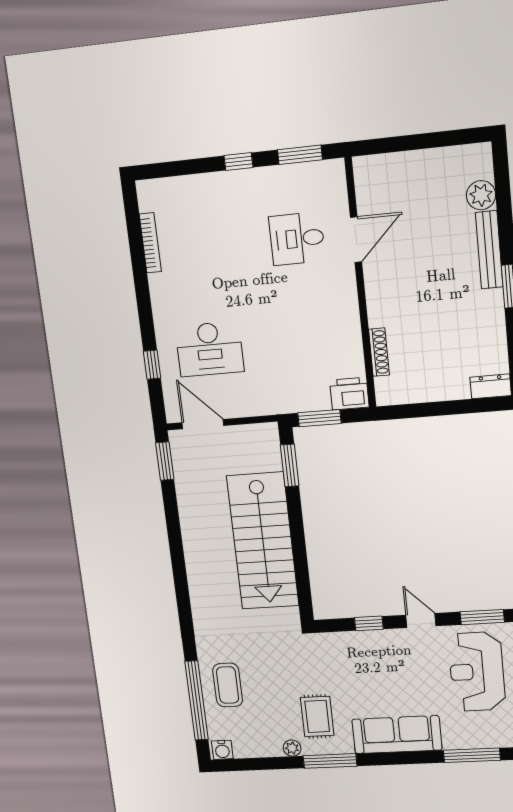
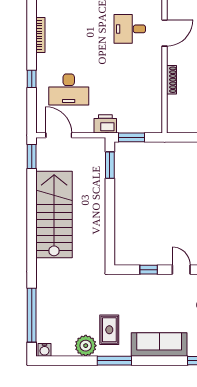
bookcase: (150, 243) -> (40, 35), moved
shoe rack: (379, 352) -> (172, 80), moved
window: (152, 365) -> (32, 79), moved
printer: (349, 394) -> (105, 124), moved
stairs: (263, 541) -> (54, 214), moved, turned 180
coffee table: (228, 685) -> (53, 306), removed
plant: (292, 748) -> (86, 346), width x1.88, depth x1.88

